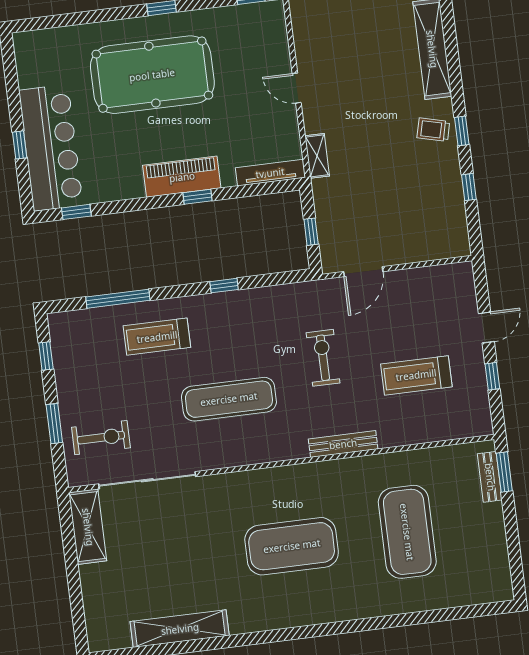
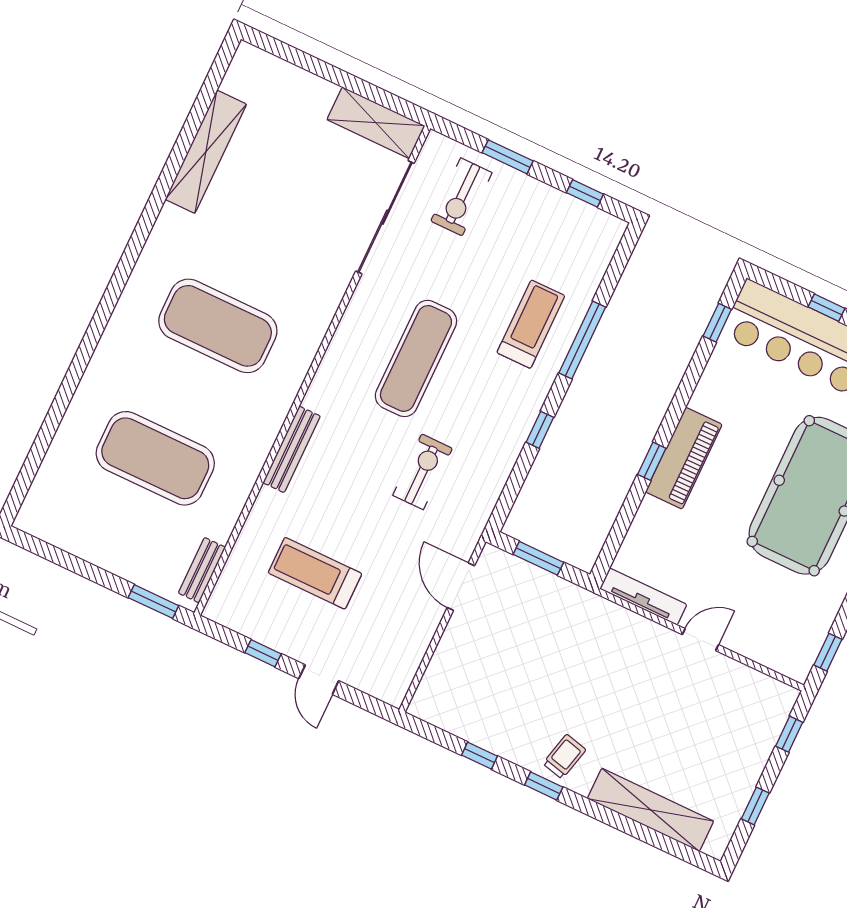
shelving: (317, 156) -> (615, 616), removed
tv unit: (270, 173) -> (643, 597), moved, turned -90
window: (311, 232) -> (538, 558), width x1.50
window: (118, 299) -> (582, 340), moved
exercise bike: (323, 358) -> (423, 472), moved, turned -90
treadmill: (416, 375) -> (315, 573), turned -90
bench: (490, 477) -> (202, 570), moved, turned 90
exercise mat: (292, 546) -> (218, 326), turned 90

